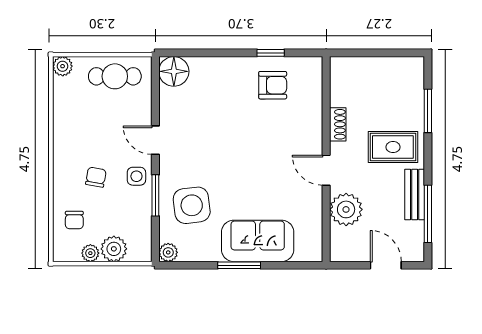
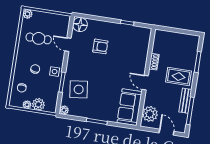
cafe table: (115, 76) -> (39, 38), moved
armchair: (273, 85) -> (100, 46), moved
door: (155, 140) -> (68, 45), moved
plant: (346, 209) -> (150, 114), moved
sofa: (258, 241) -> (129, 107), moved, turned -90

